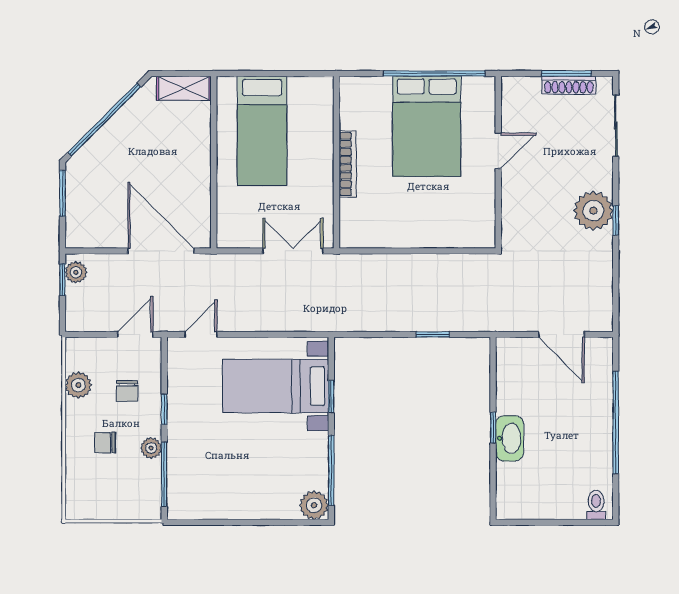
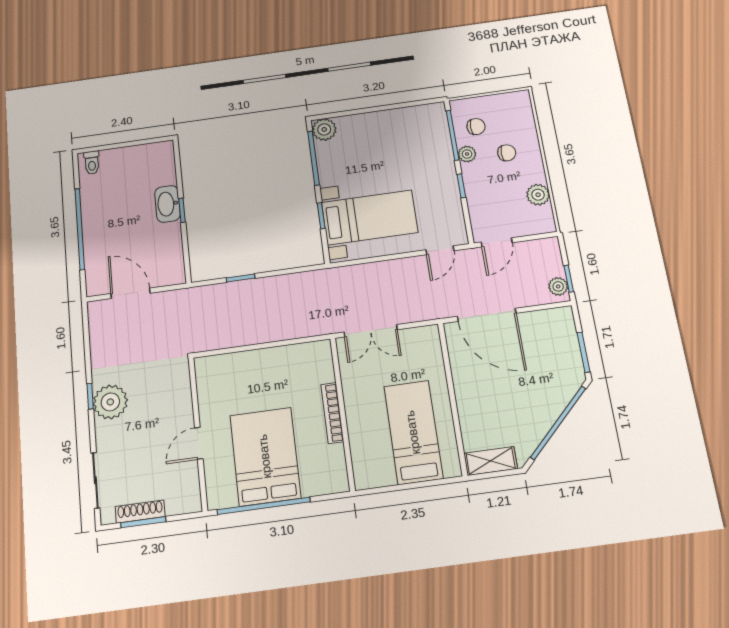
chair: (127, 391) -> (476, 127), moved, turned 90

